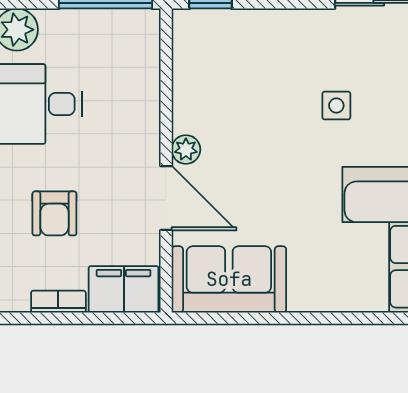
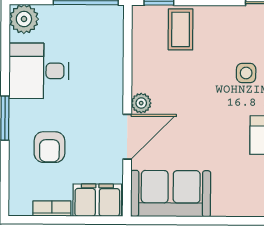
coffee table: (242, 43) -> (181, 29), added
door: (166, 198) -> (127, 137), hinge flipped

